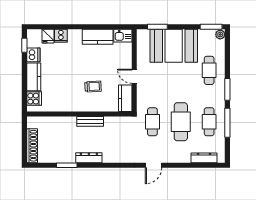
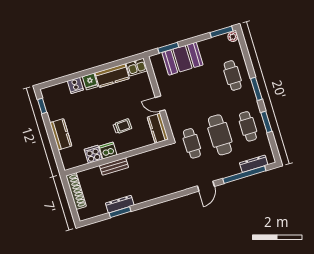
fridge: (48, 36) -> (90, 81), moved
booth: (174, 46) -> (182, 59), width x0.73, depth x0.70
dishwasher: (33, 55) -> (108, 151), moved, turned -90
cooker: (34, 99) -> (93, 154), moved, turned -90
bench: (90, 121) -> (114, 166), moved
window: (227, 123) -> (266, 122), width x0.69
shoe rack: (32, 146) -> (76, 191), moved
dresser: (89, 158) -> (120, 204), moved
window: (192, 165) -> (244, 175), added

